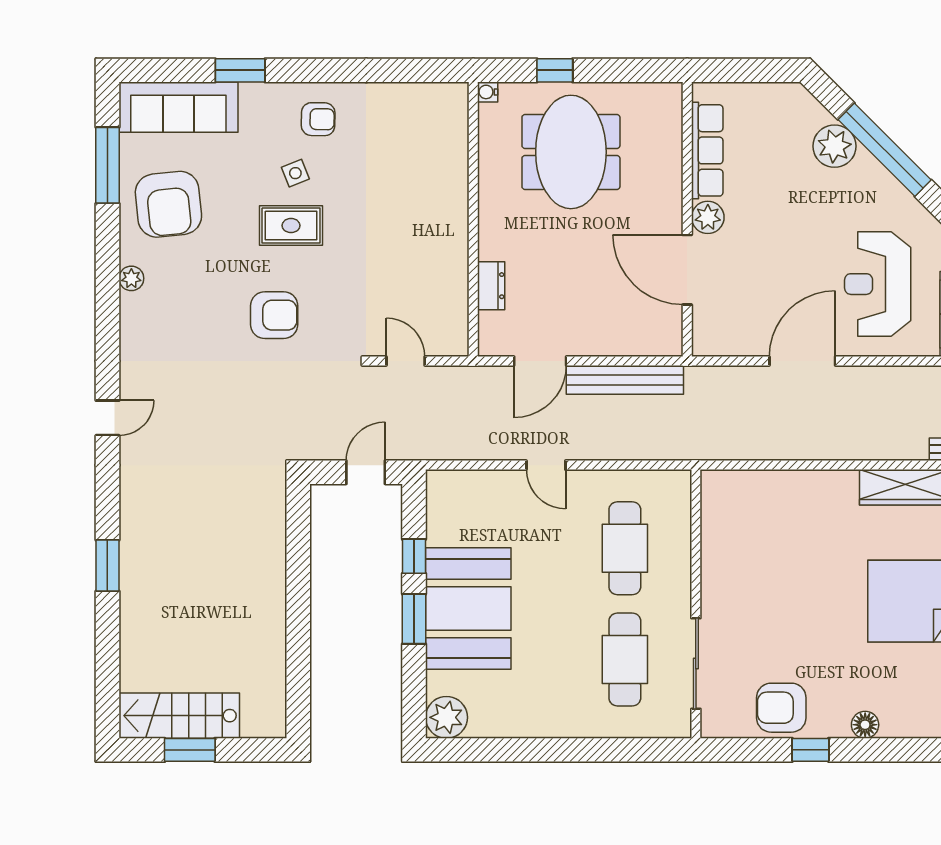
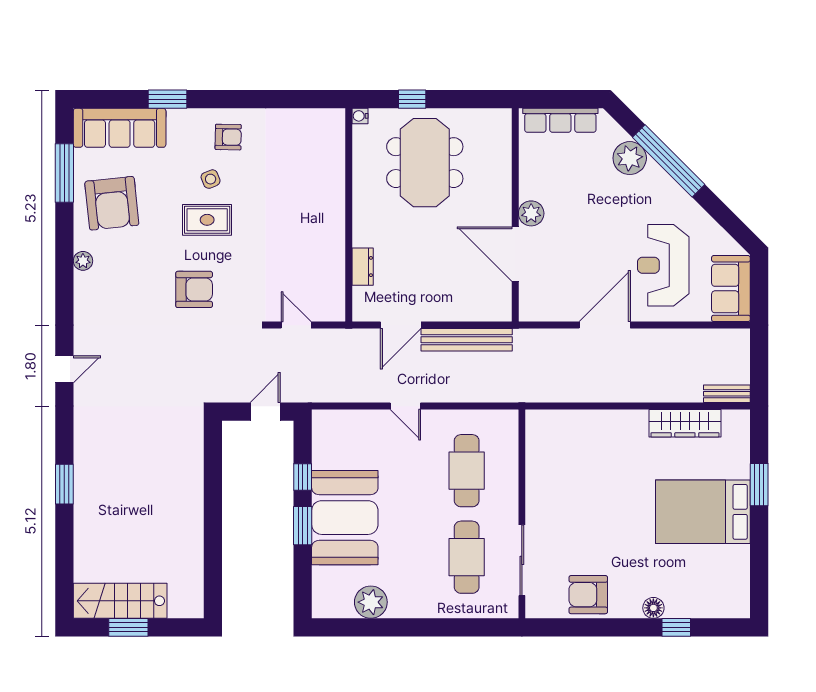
row of seats: (707, 150) -> (560, 120), moved, turned 90
plant: (446, 717) -> (371, 602), moved
window: (810, 750) -> (676, 627), moved

